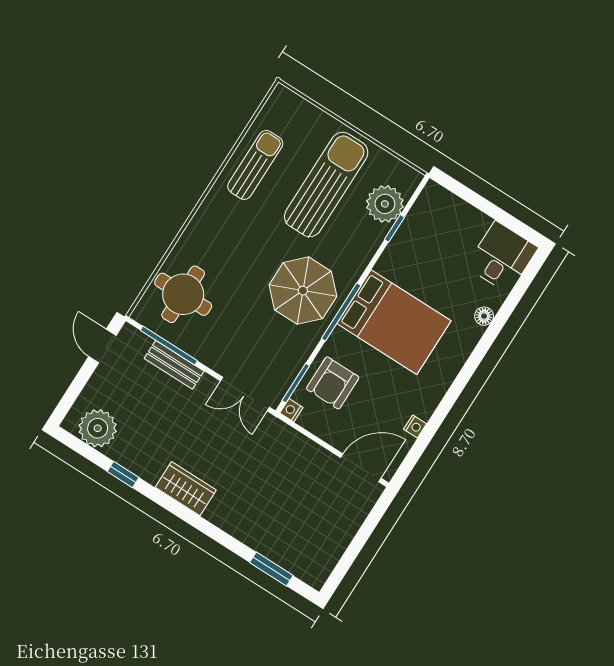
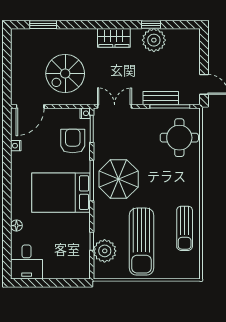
plant: (98, 428) -> (154, 40), moved
spiral stairs: (284, 482) -> (65, 74), added

